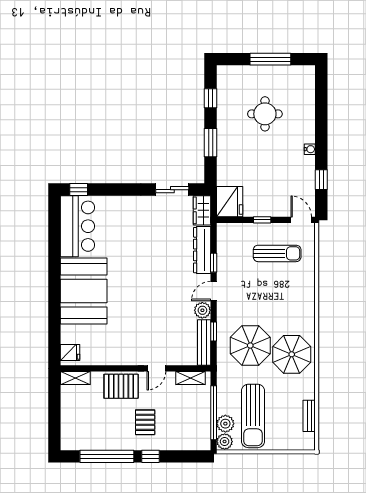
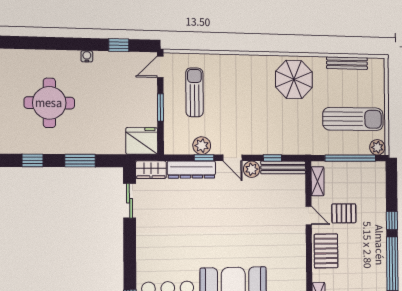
round table: (265, 114) -> (49, 103), width x1.36, depth x1.36
window: (262, 220) -> (160, 107), width x1.50
parasol: (250, 346) -> (286, 121), removed
bench: (309, 416) -> (347, 63), width x1.36
pallet: (145, 422) -> (344, 213), moved
plant: (225, 424) -> (202, 146), moved

